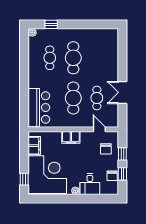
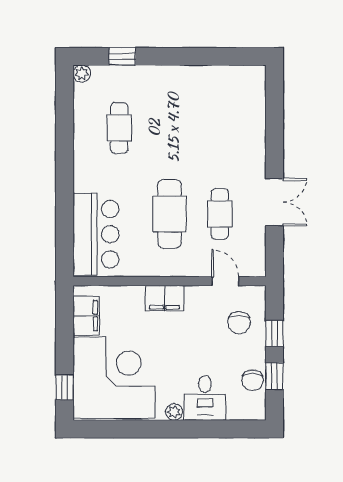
cafe table: (73, 58) -> (169, 128), removed
double door: (122, 92) -> (274, 202), swing flipped

